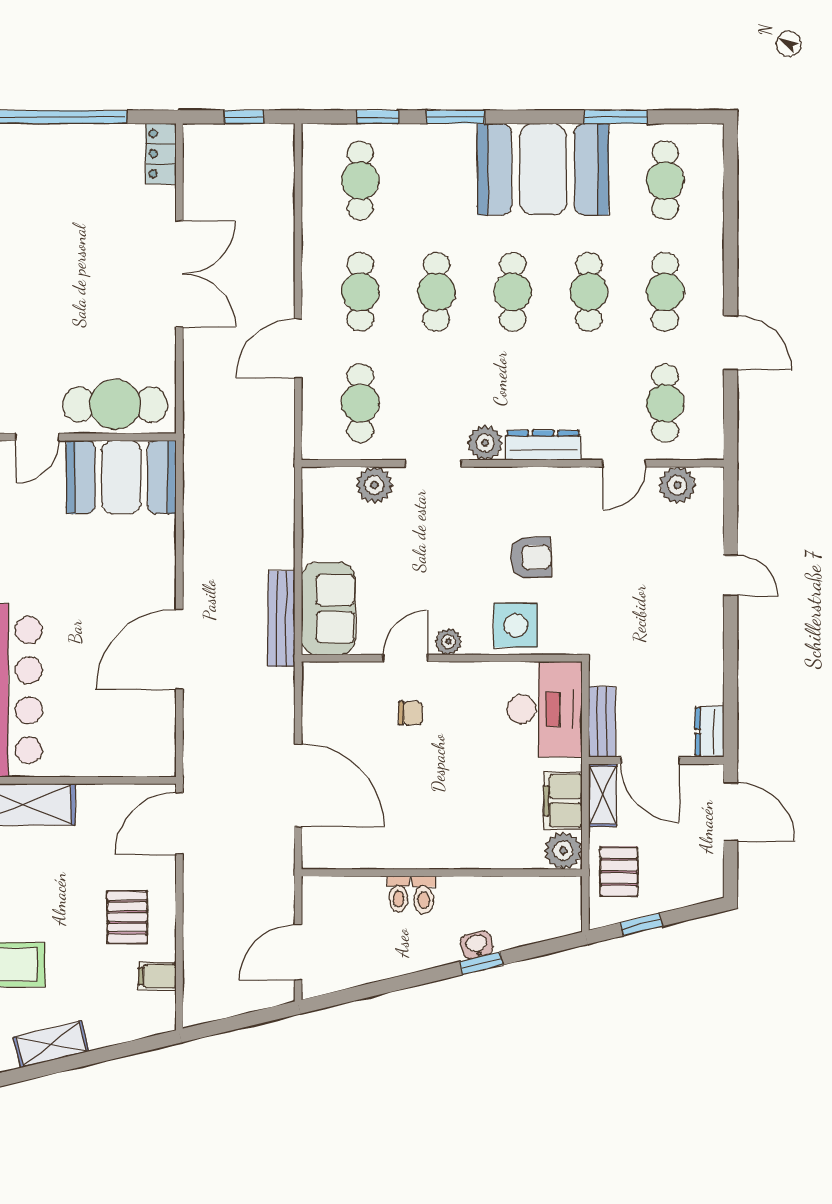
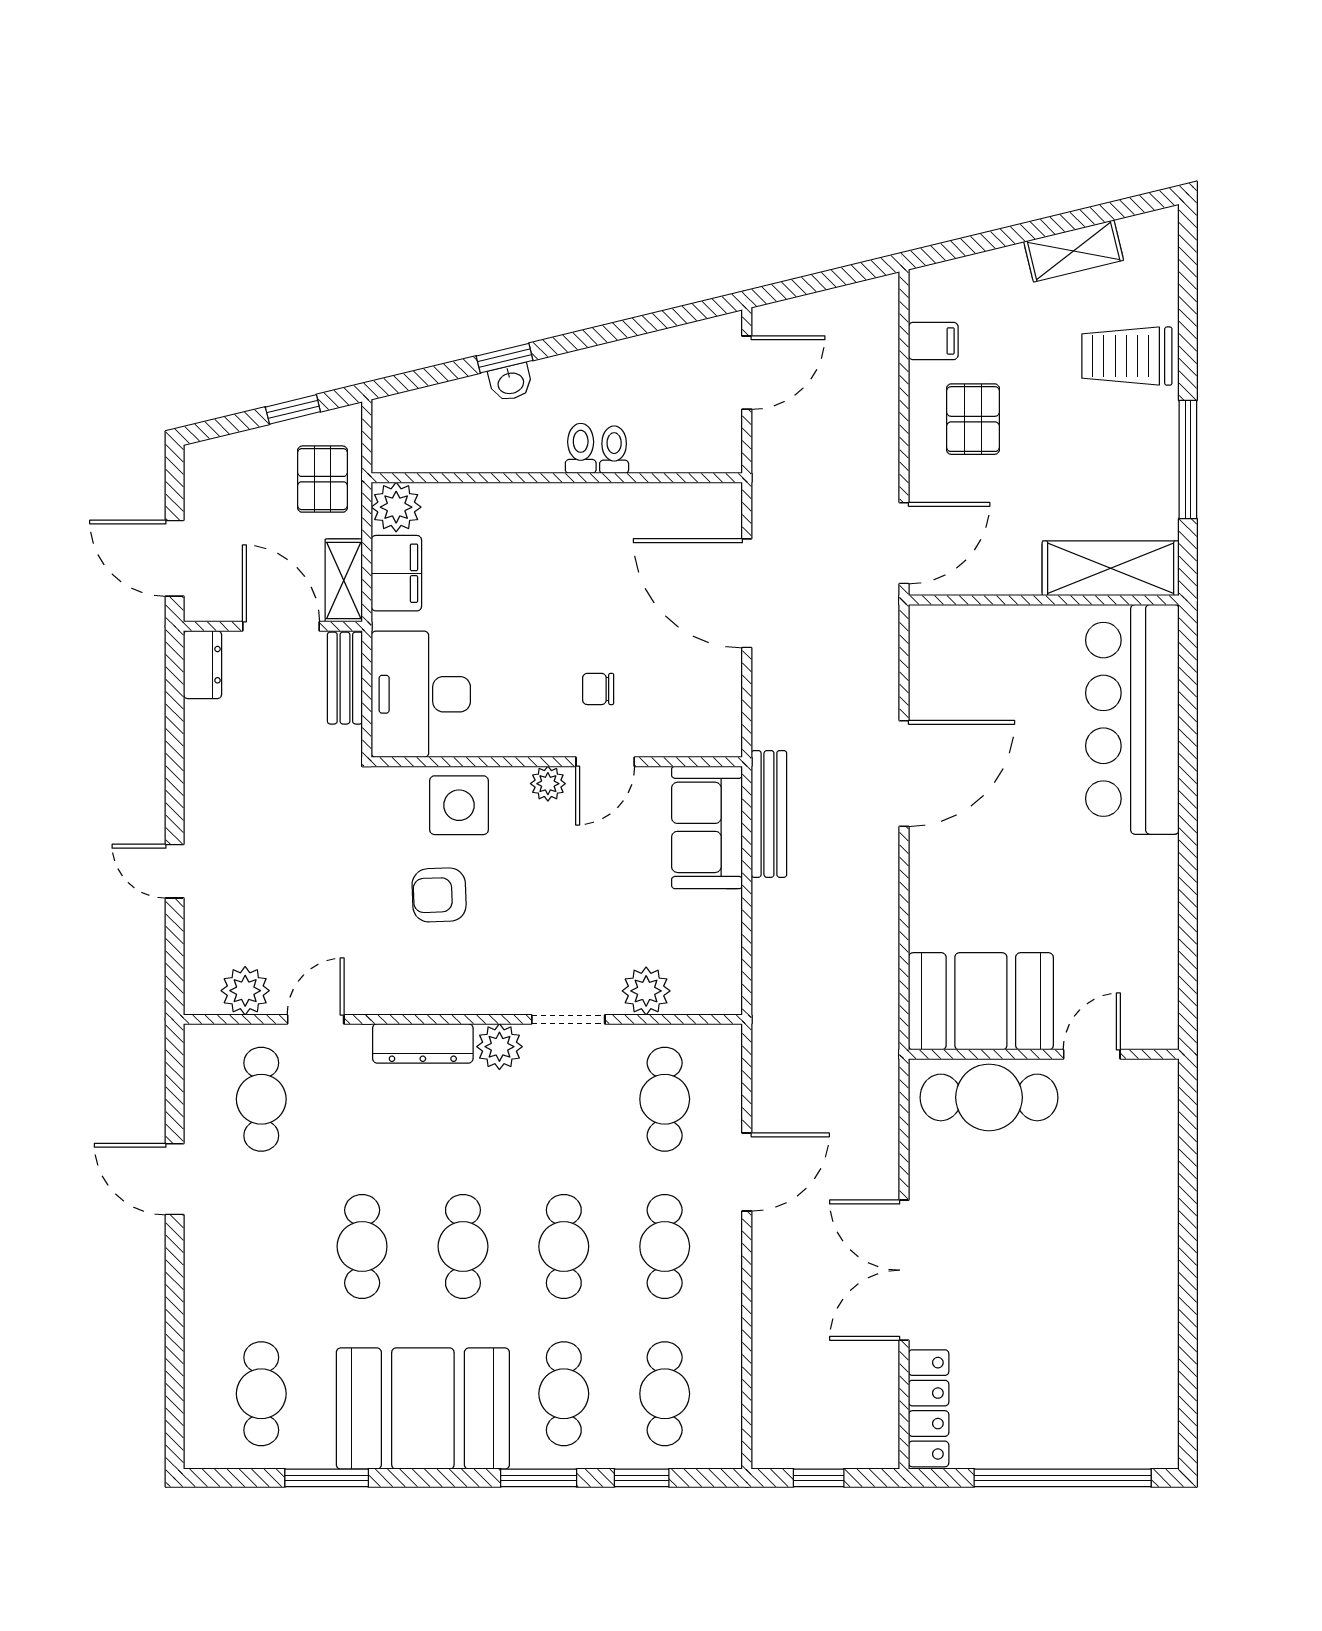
locker: (161, 154) -> (929, 1408), width x1.53
cafe table: (665, 292) -> (564, 1394), moved

